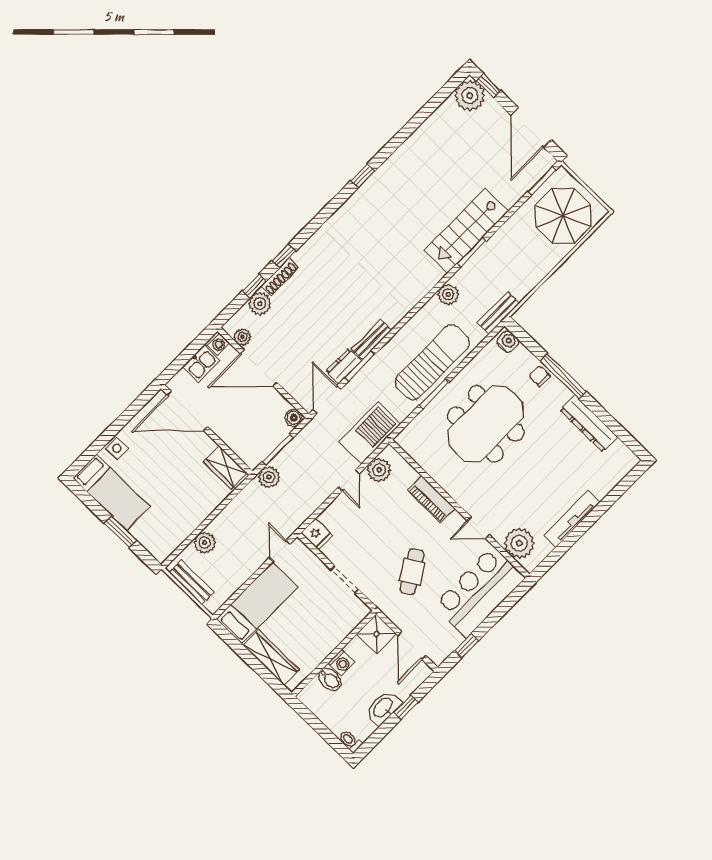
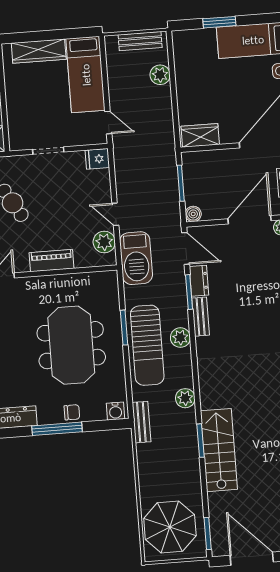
plant: (269, 477) -> (180, 338), moved

